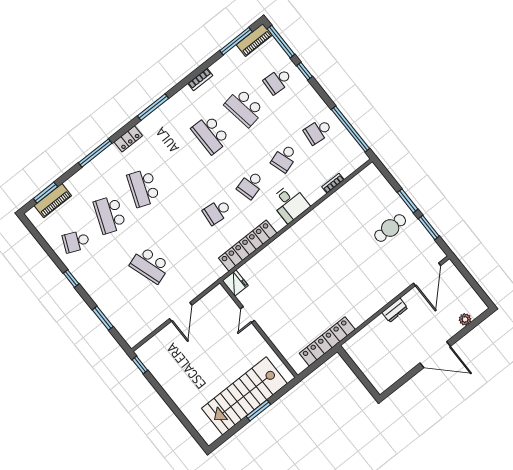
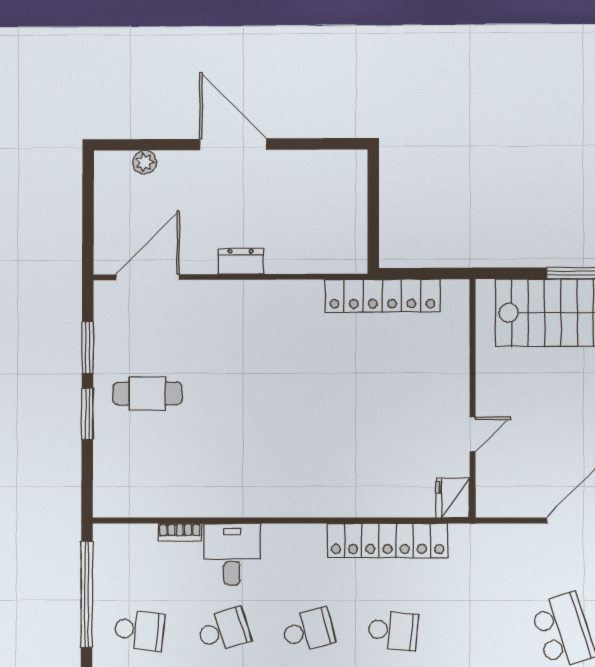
desk: (290, 203) -> (232, 554), moved

